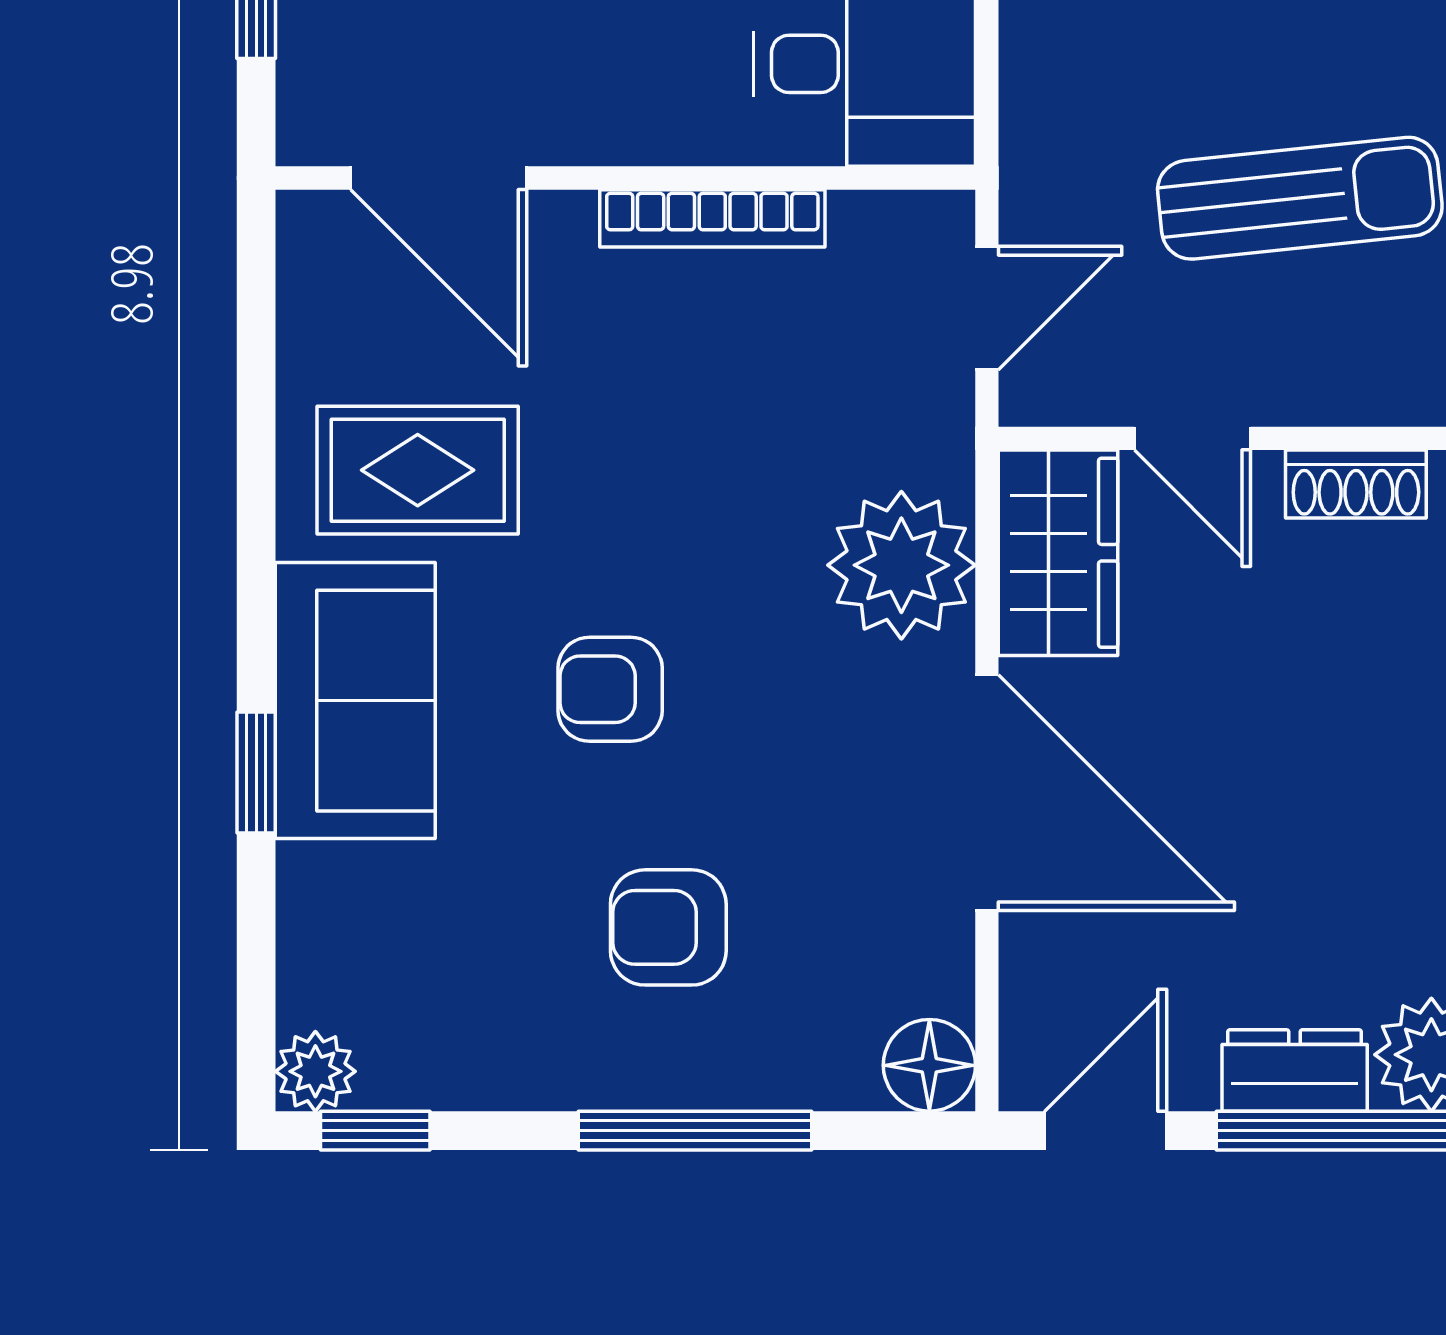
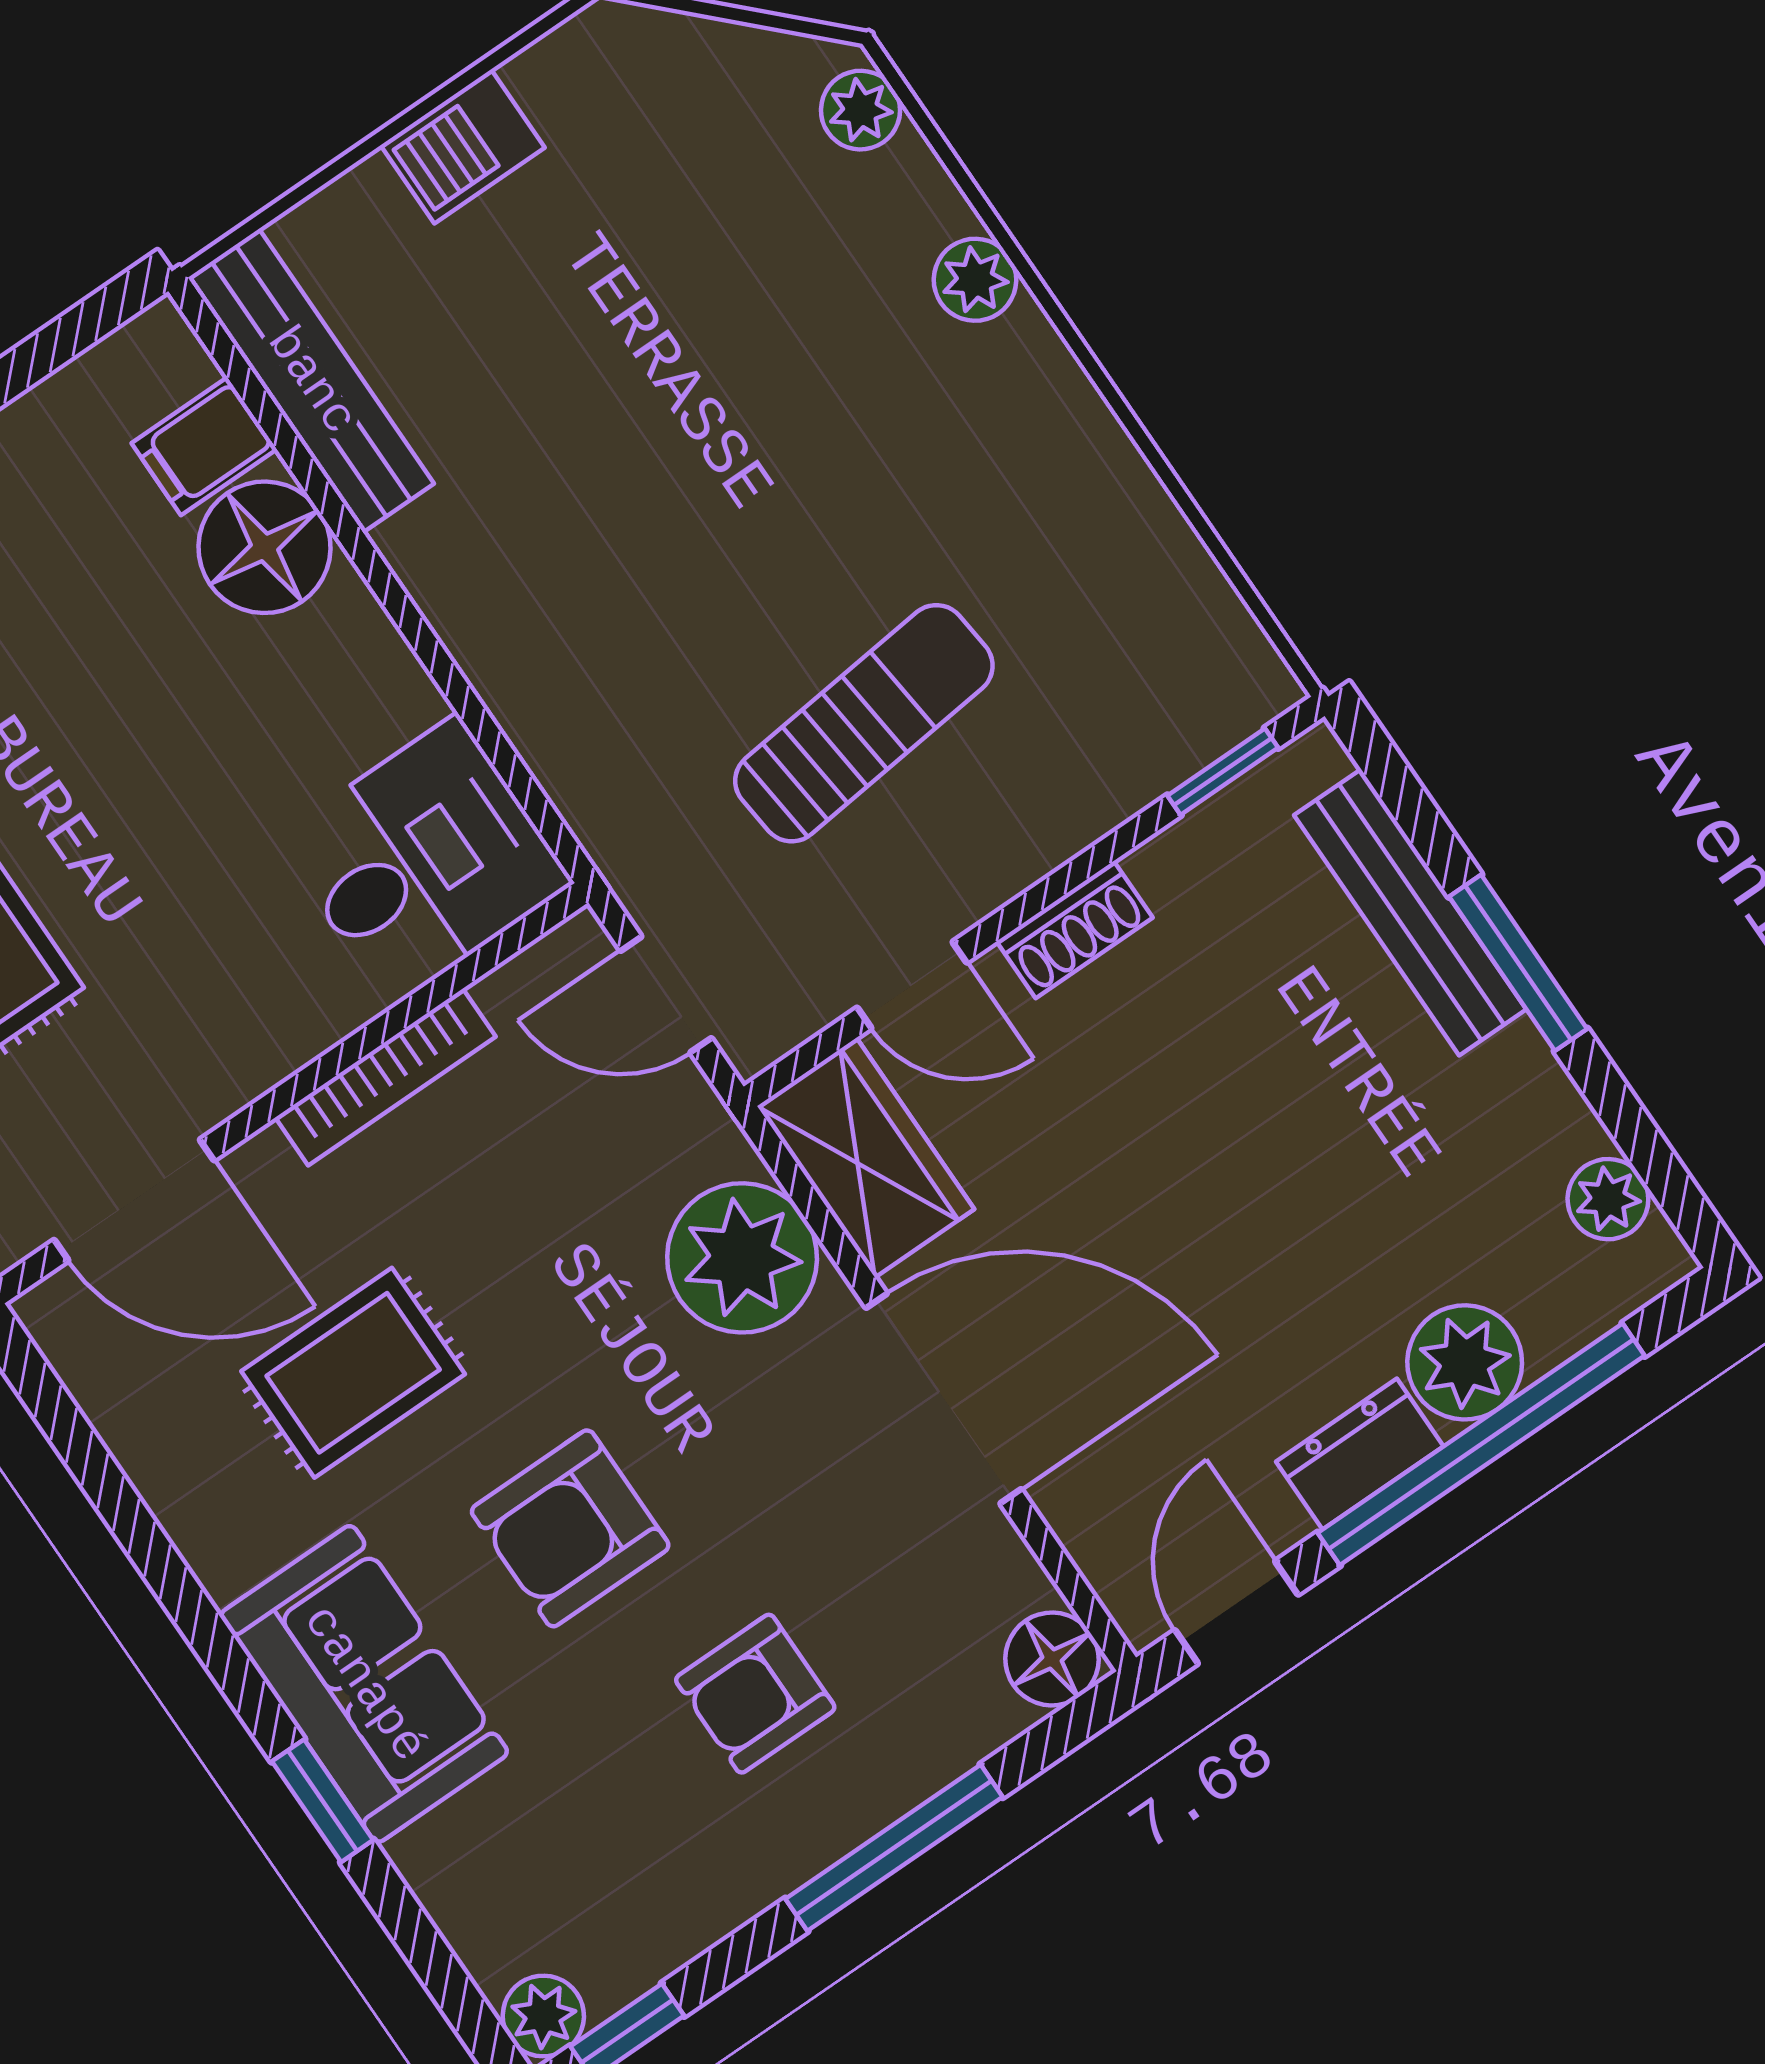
door: (987, 308) -> (666, 994), swing flipped
rug: (418, 470) -> (353, 1373), moved
armchair: (610, 689) -> (570, 1528), width x1.38, depth x1.38

